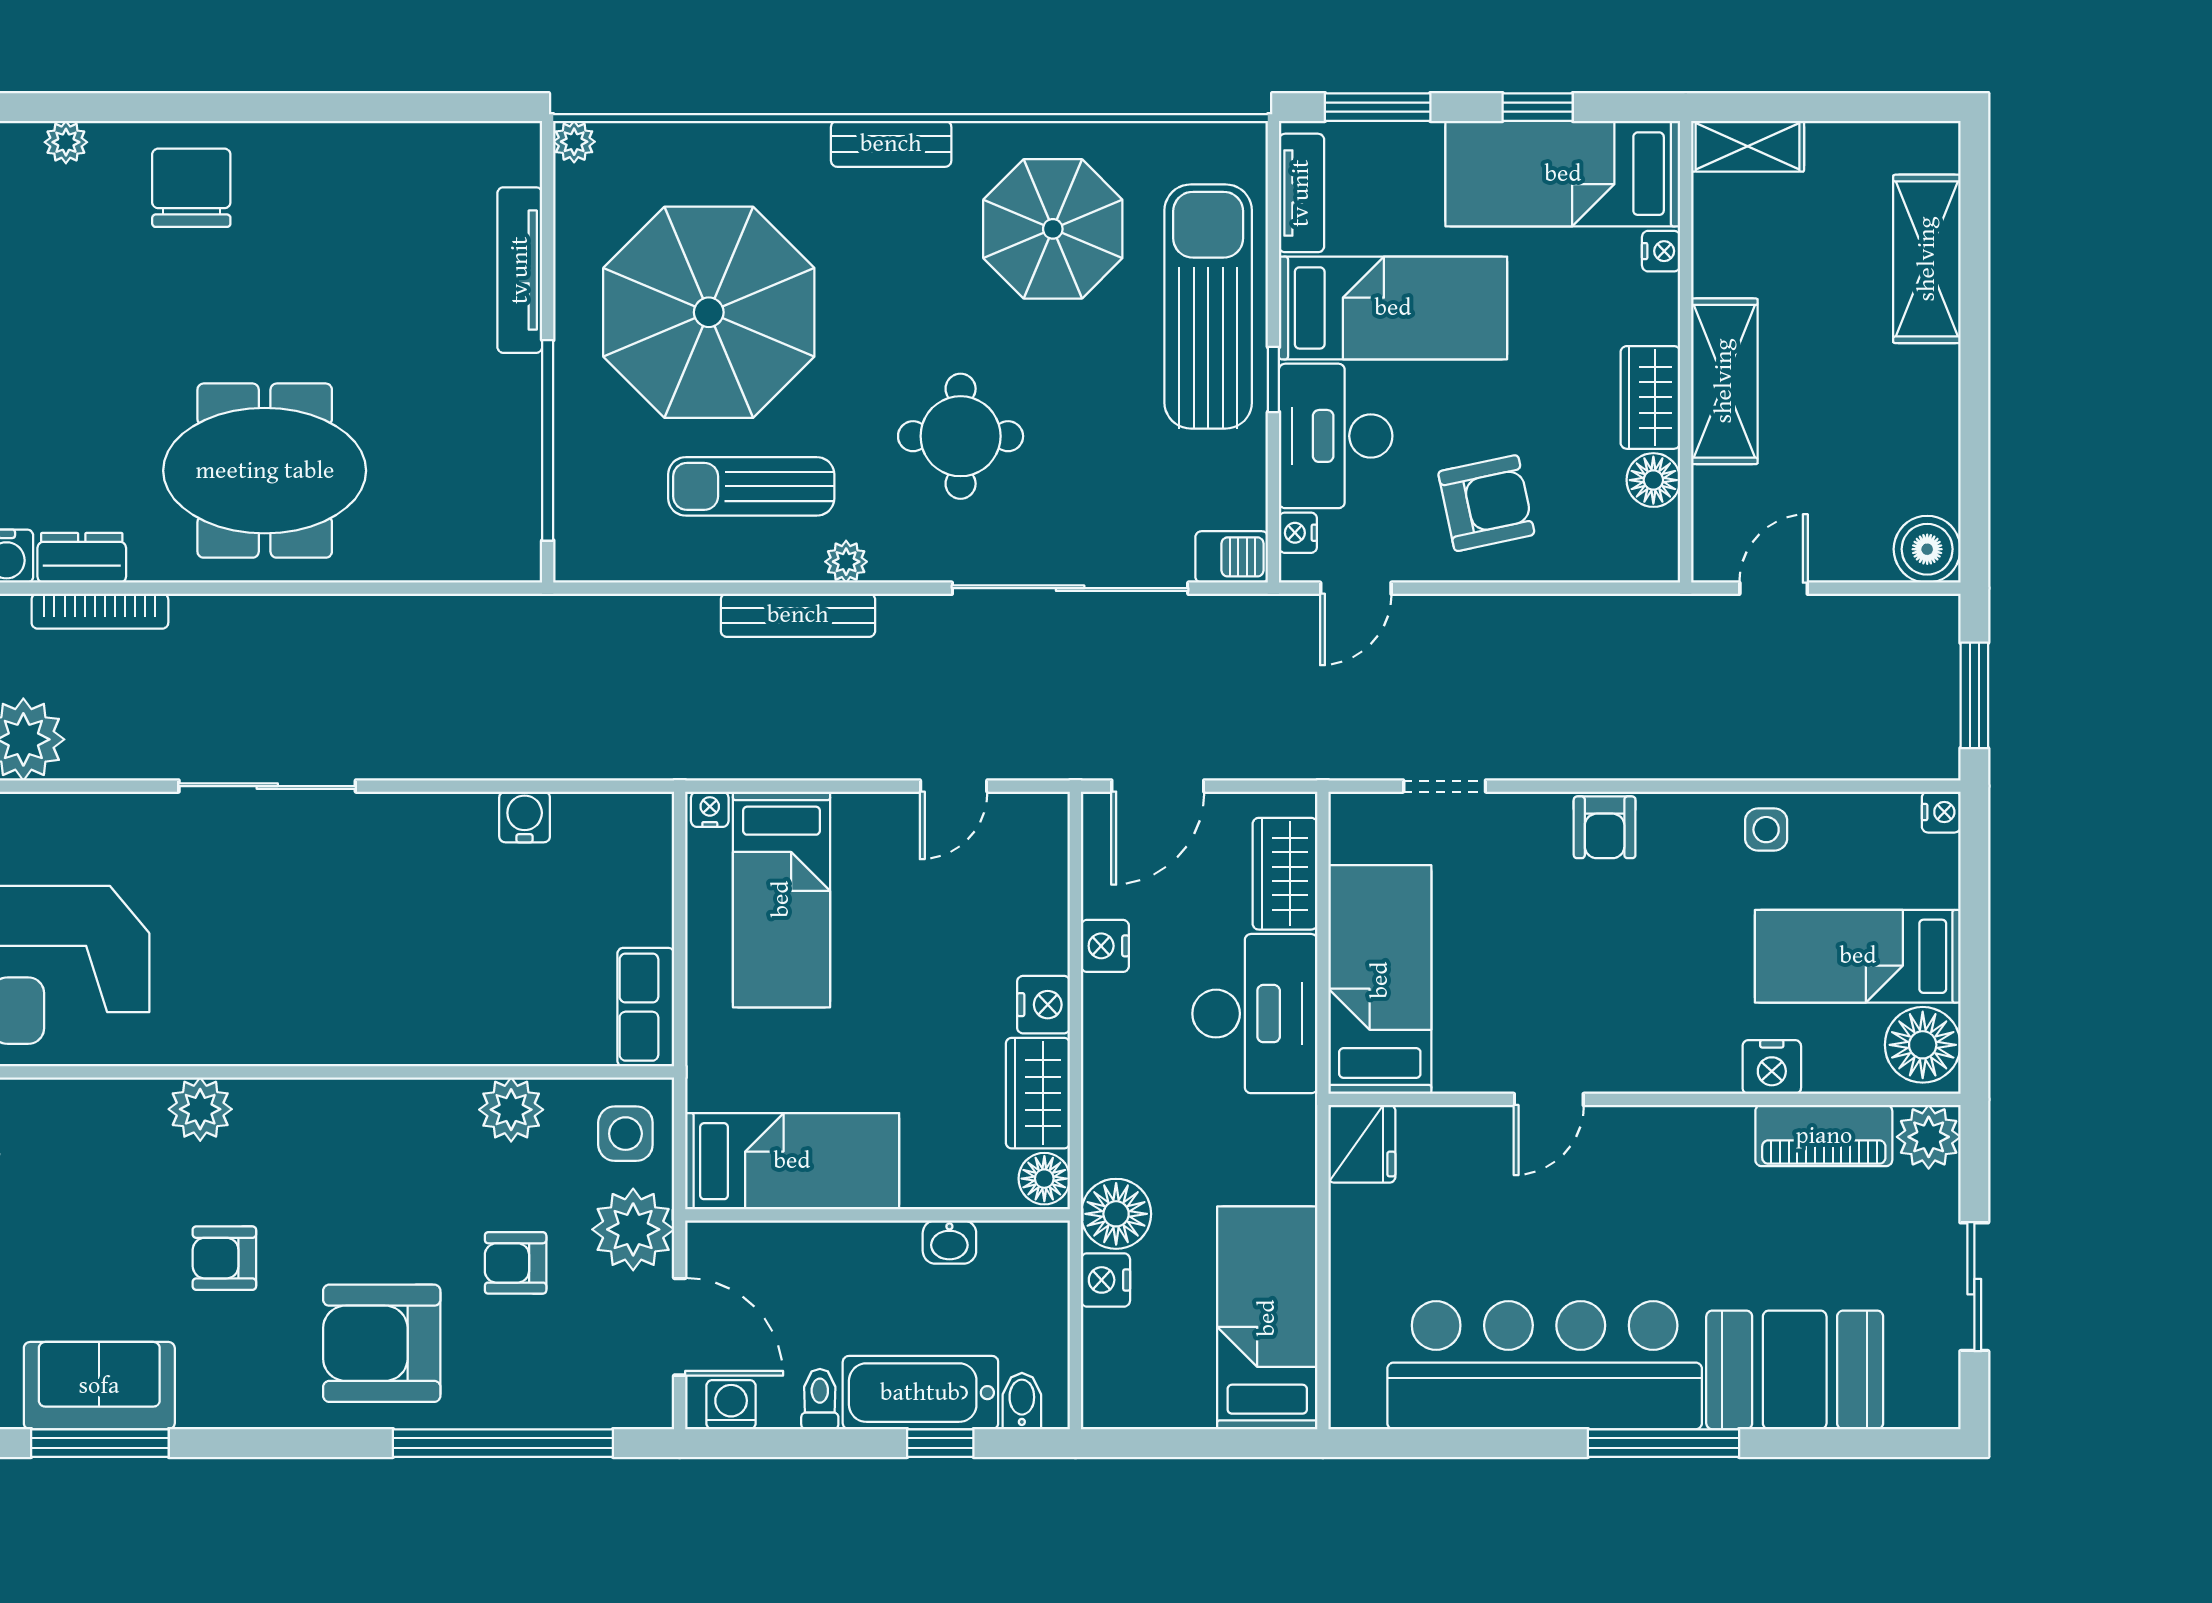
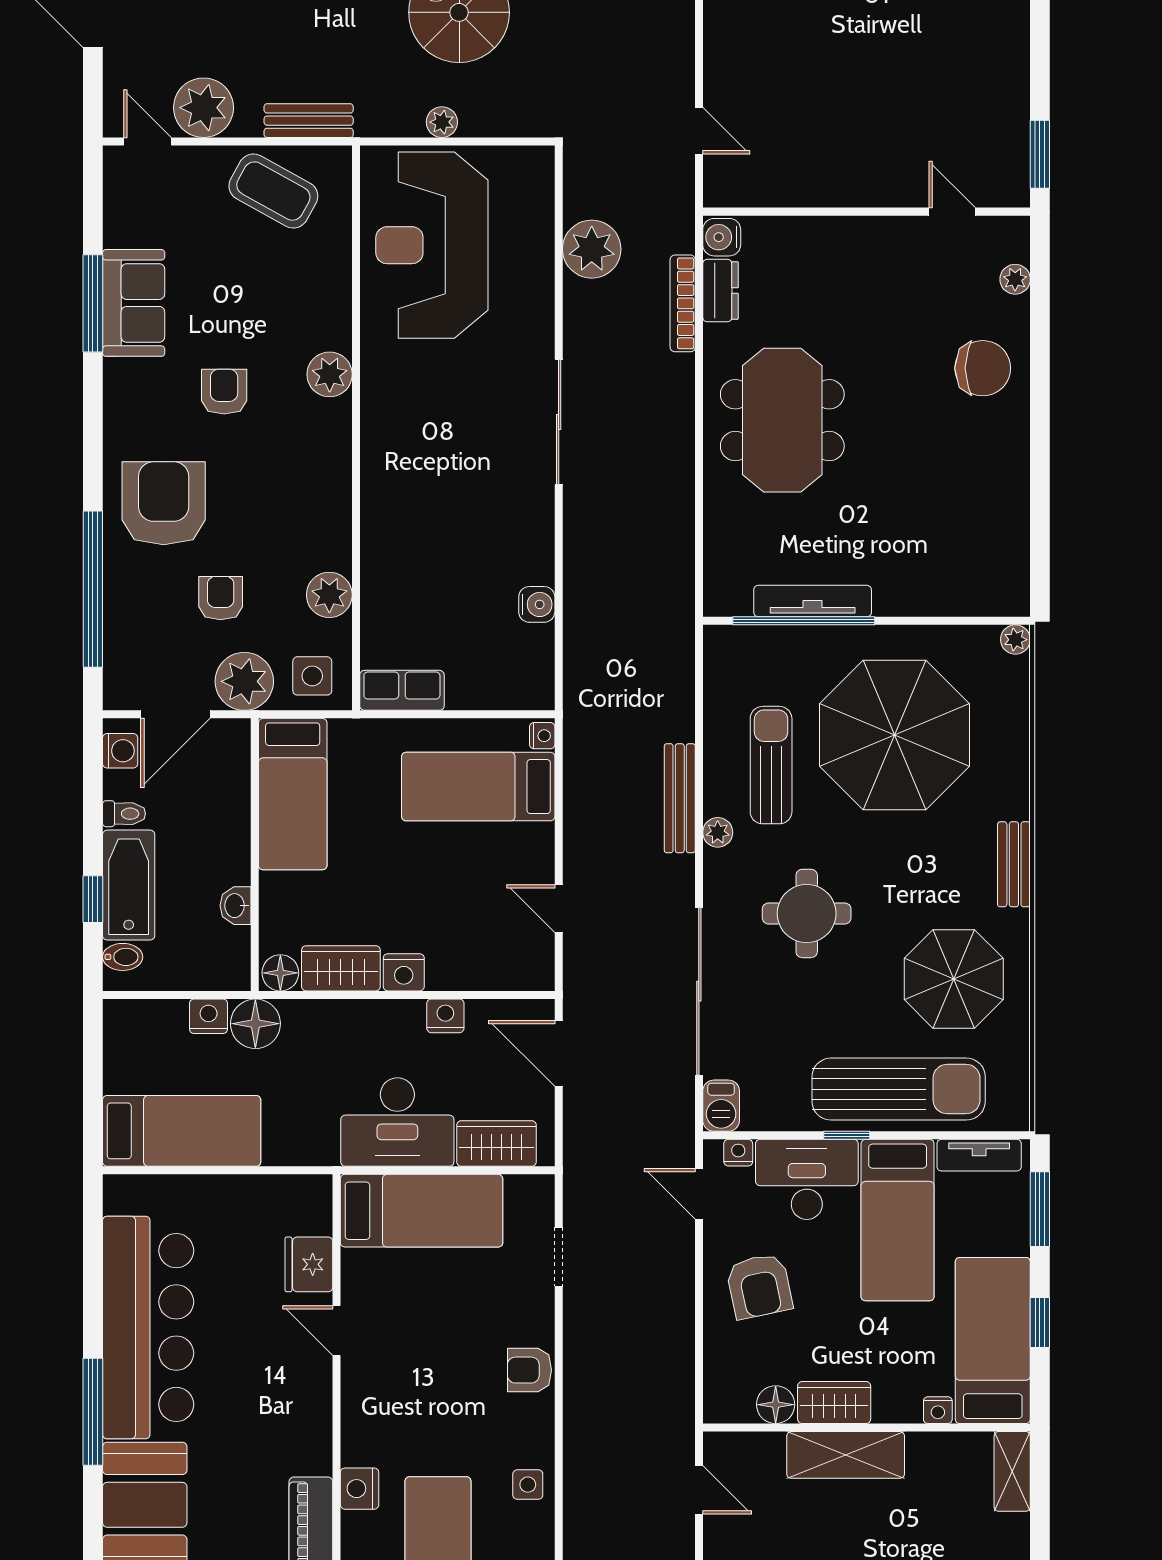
tv unit: (520, 270) -> (813, 601), moved
fridge: (1362, 1144) -> (309, 1264), moved, turned 90

